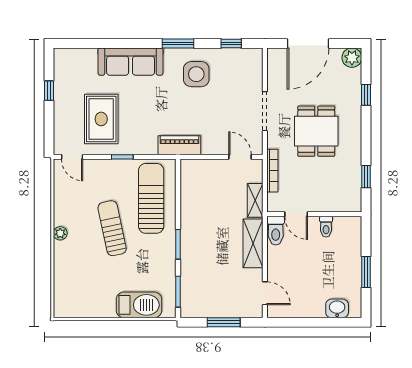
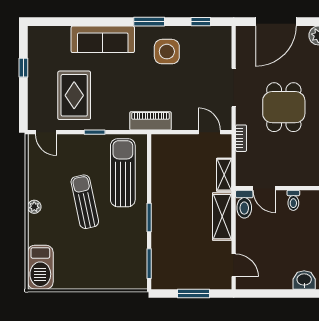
bookcase: (272, 171) -> (241, 138), width x0.64
barbecue: (139, 305) -> (40, 267), moved, turned 90

